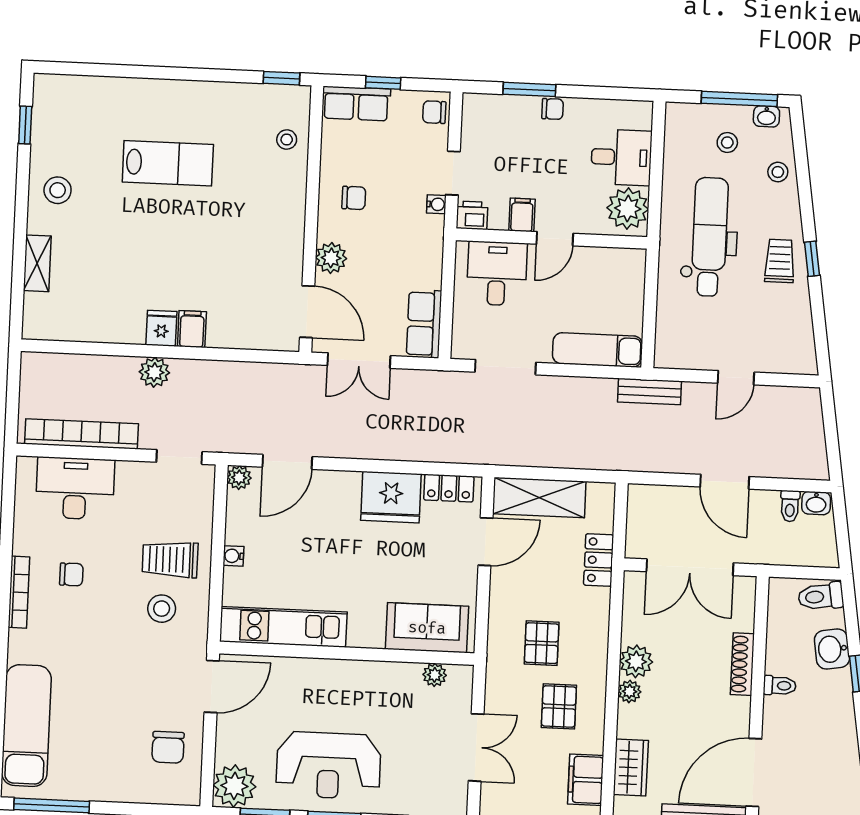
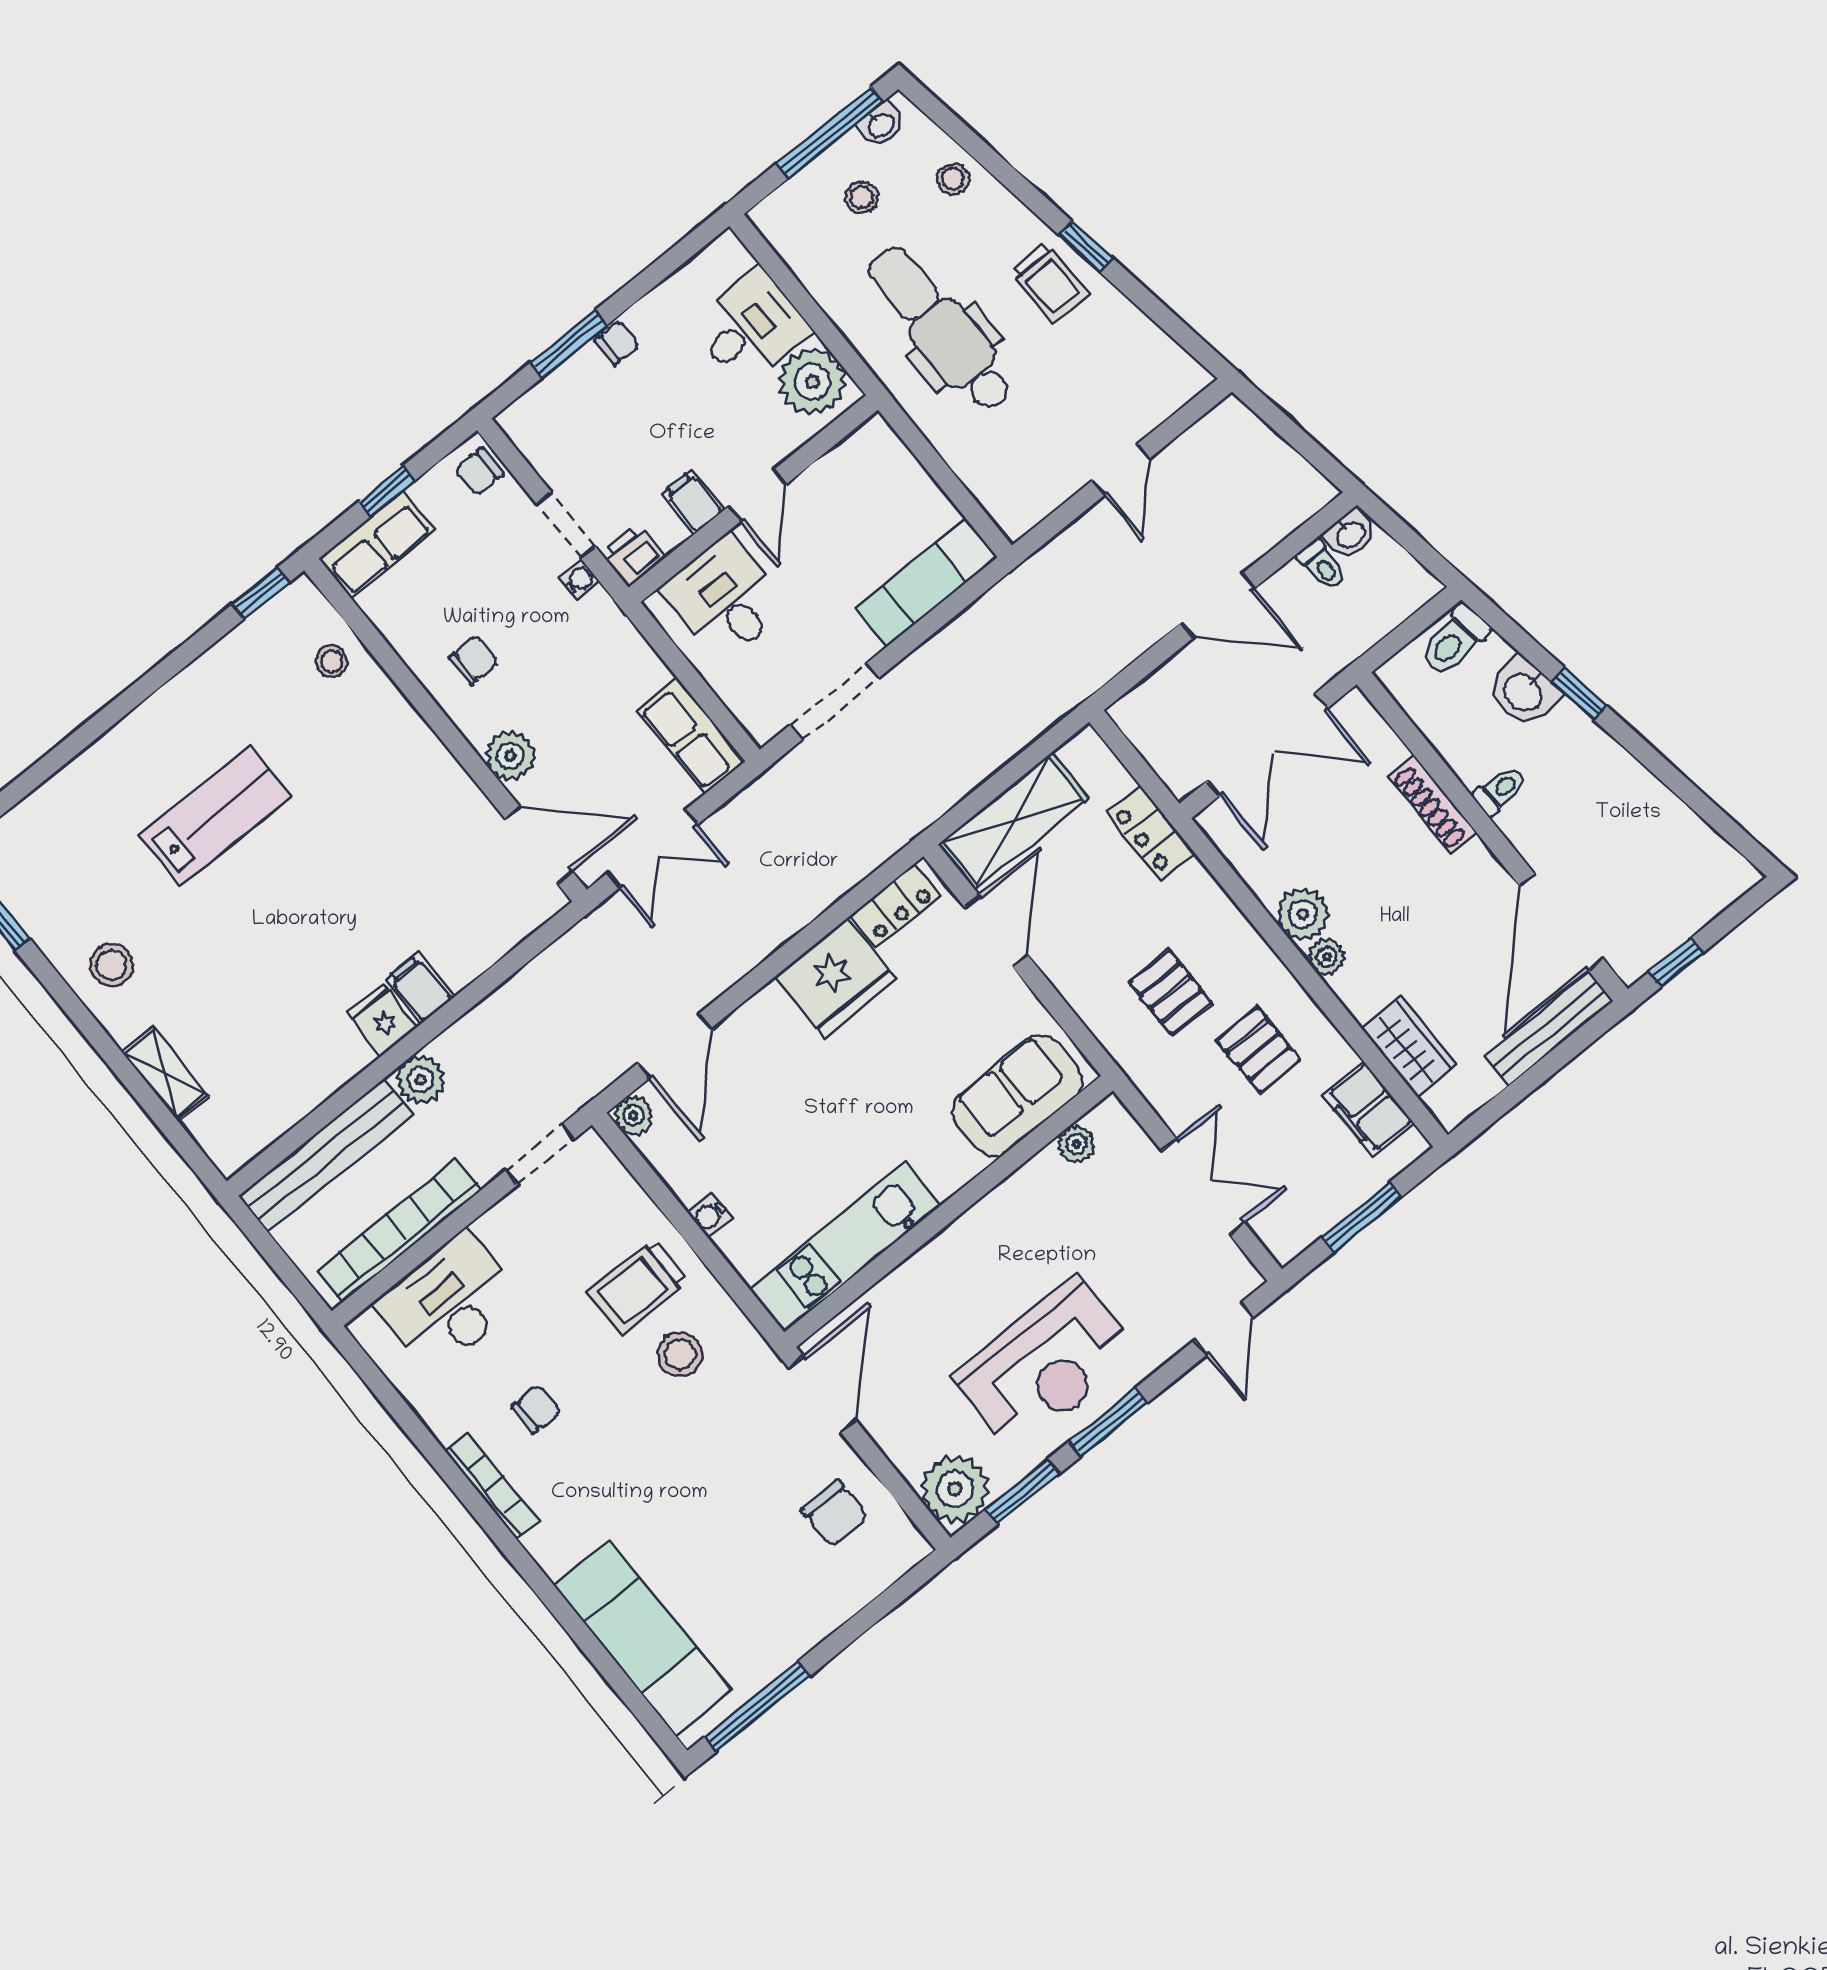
trolley: (780, 261) -> (1050, 283), turned 180
bench: (649, 392) -> (326, 1155), moved, width x1.86, depth x1.21

